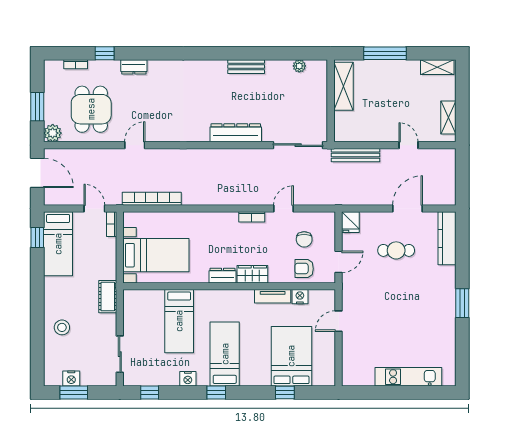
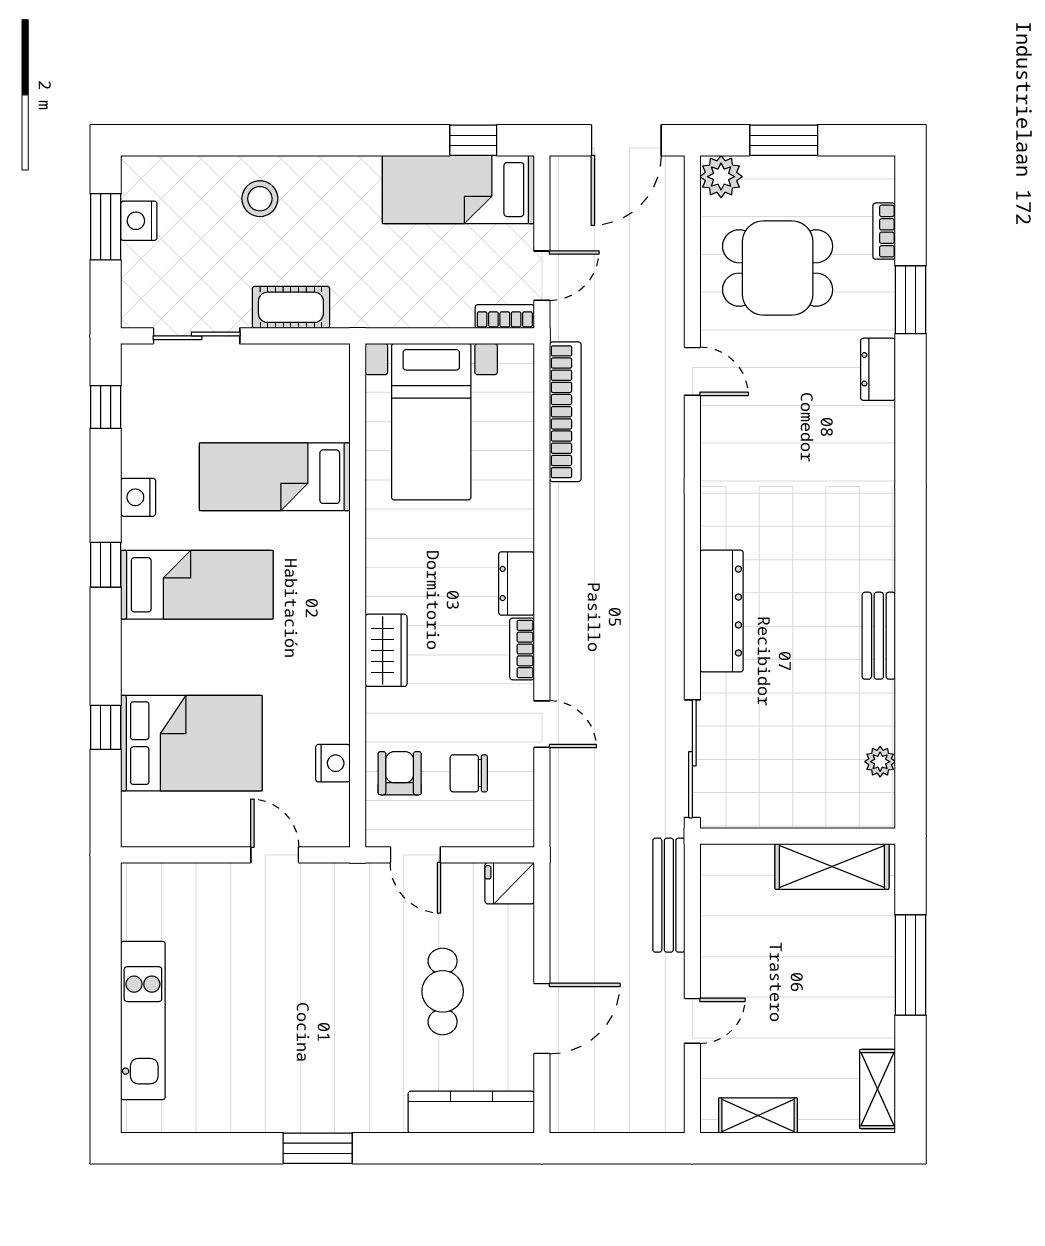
window: (105, 53) -> (910, 300), width x1.50
door: (408, 209) -> (542, 1019), hinge flipped
dresser: (222, 276) -> (517, 583), moved, turned 180
tv unit: (273, 296) -> (334, 699), removed
cot: (108, 297) -> (291, 307), moved

